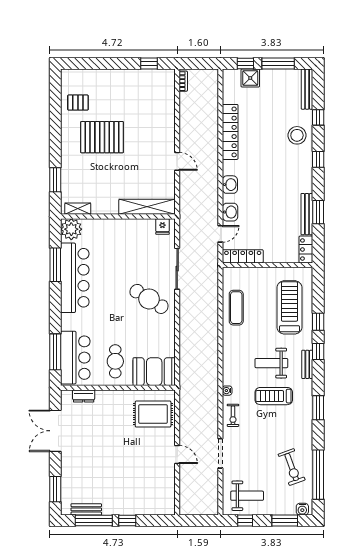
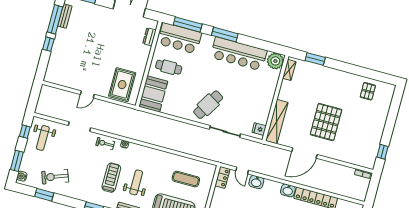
pallet: (102, 137) -> (326, 122), moved
door: (177, 161) -> (304, 153), width x1.87
washbasin: (230, 185) -> (288, 190), moved
locker: (243, 256) -> (222, 177), width x0.66
window: (55, 265) -> (225, 35), moved
exercise mat: (236, 308) -> (186, 179), moved
window: (318, 475) -> (44, 195), width x0.47

